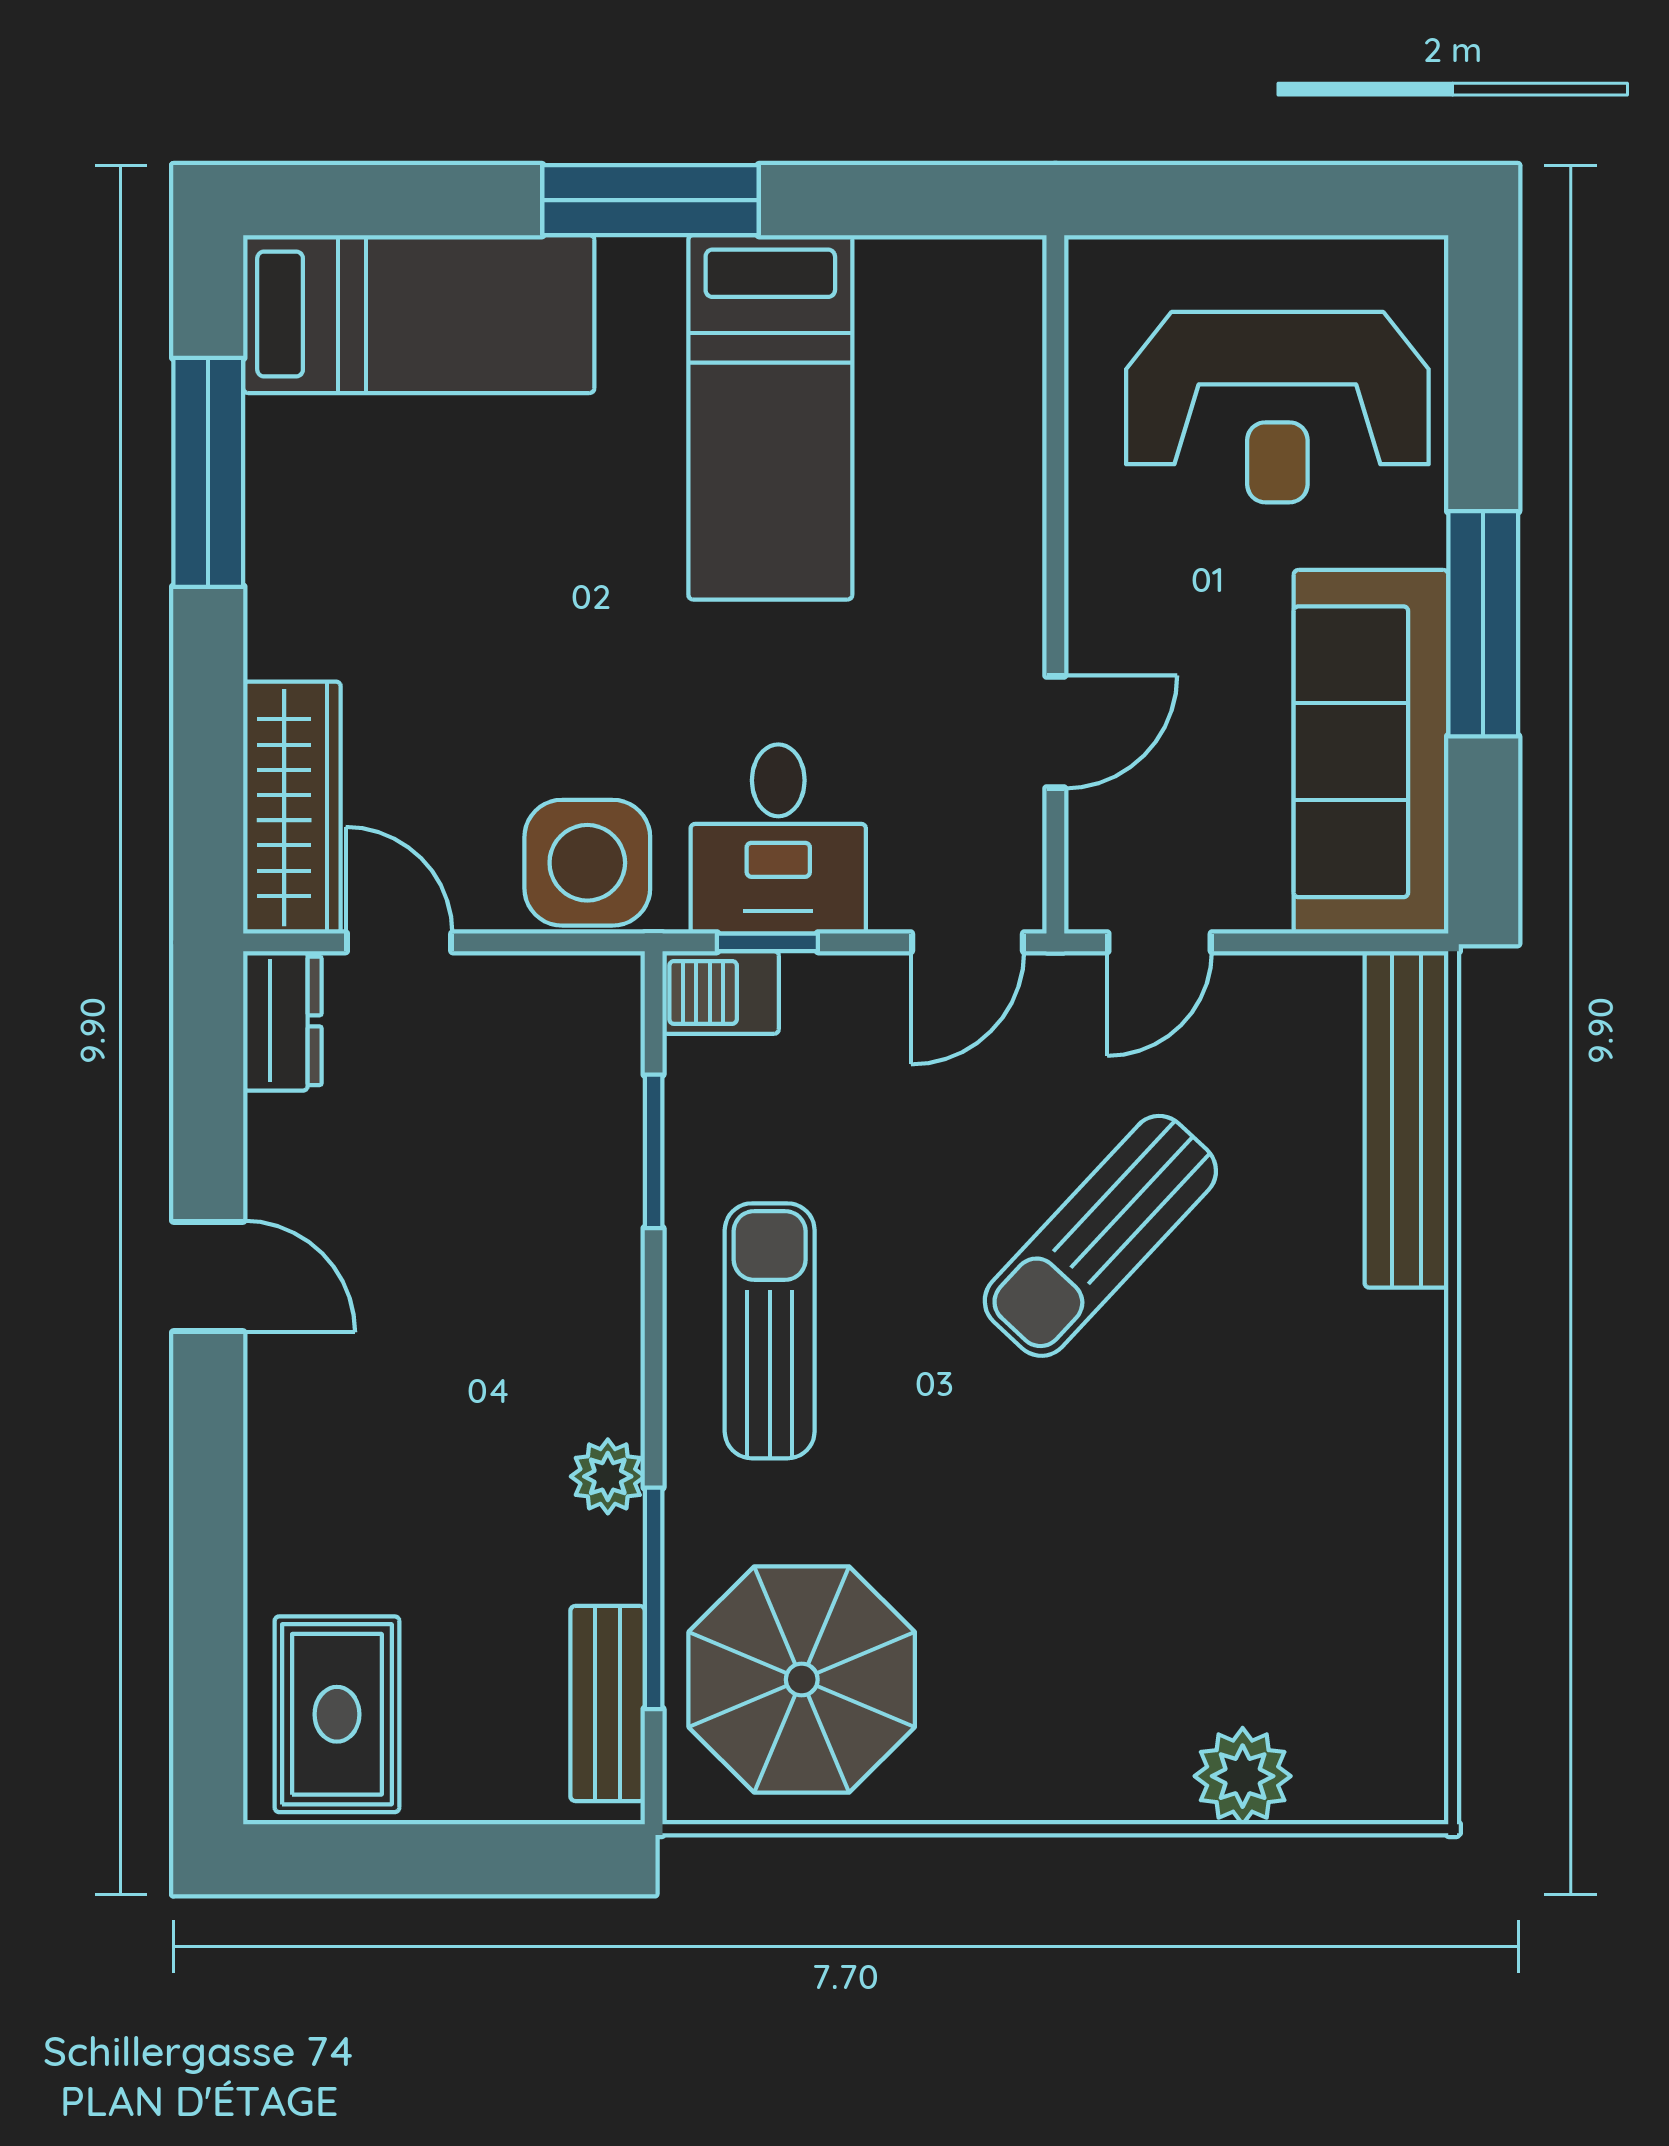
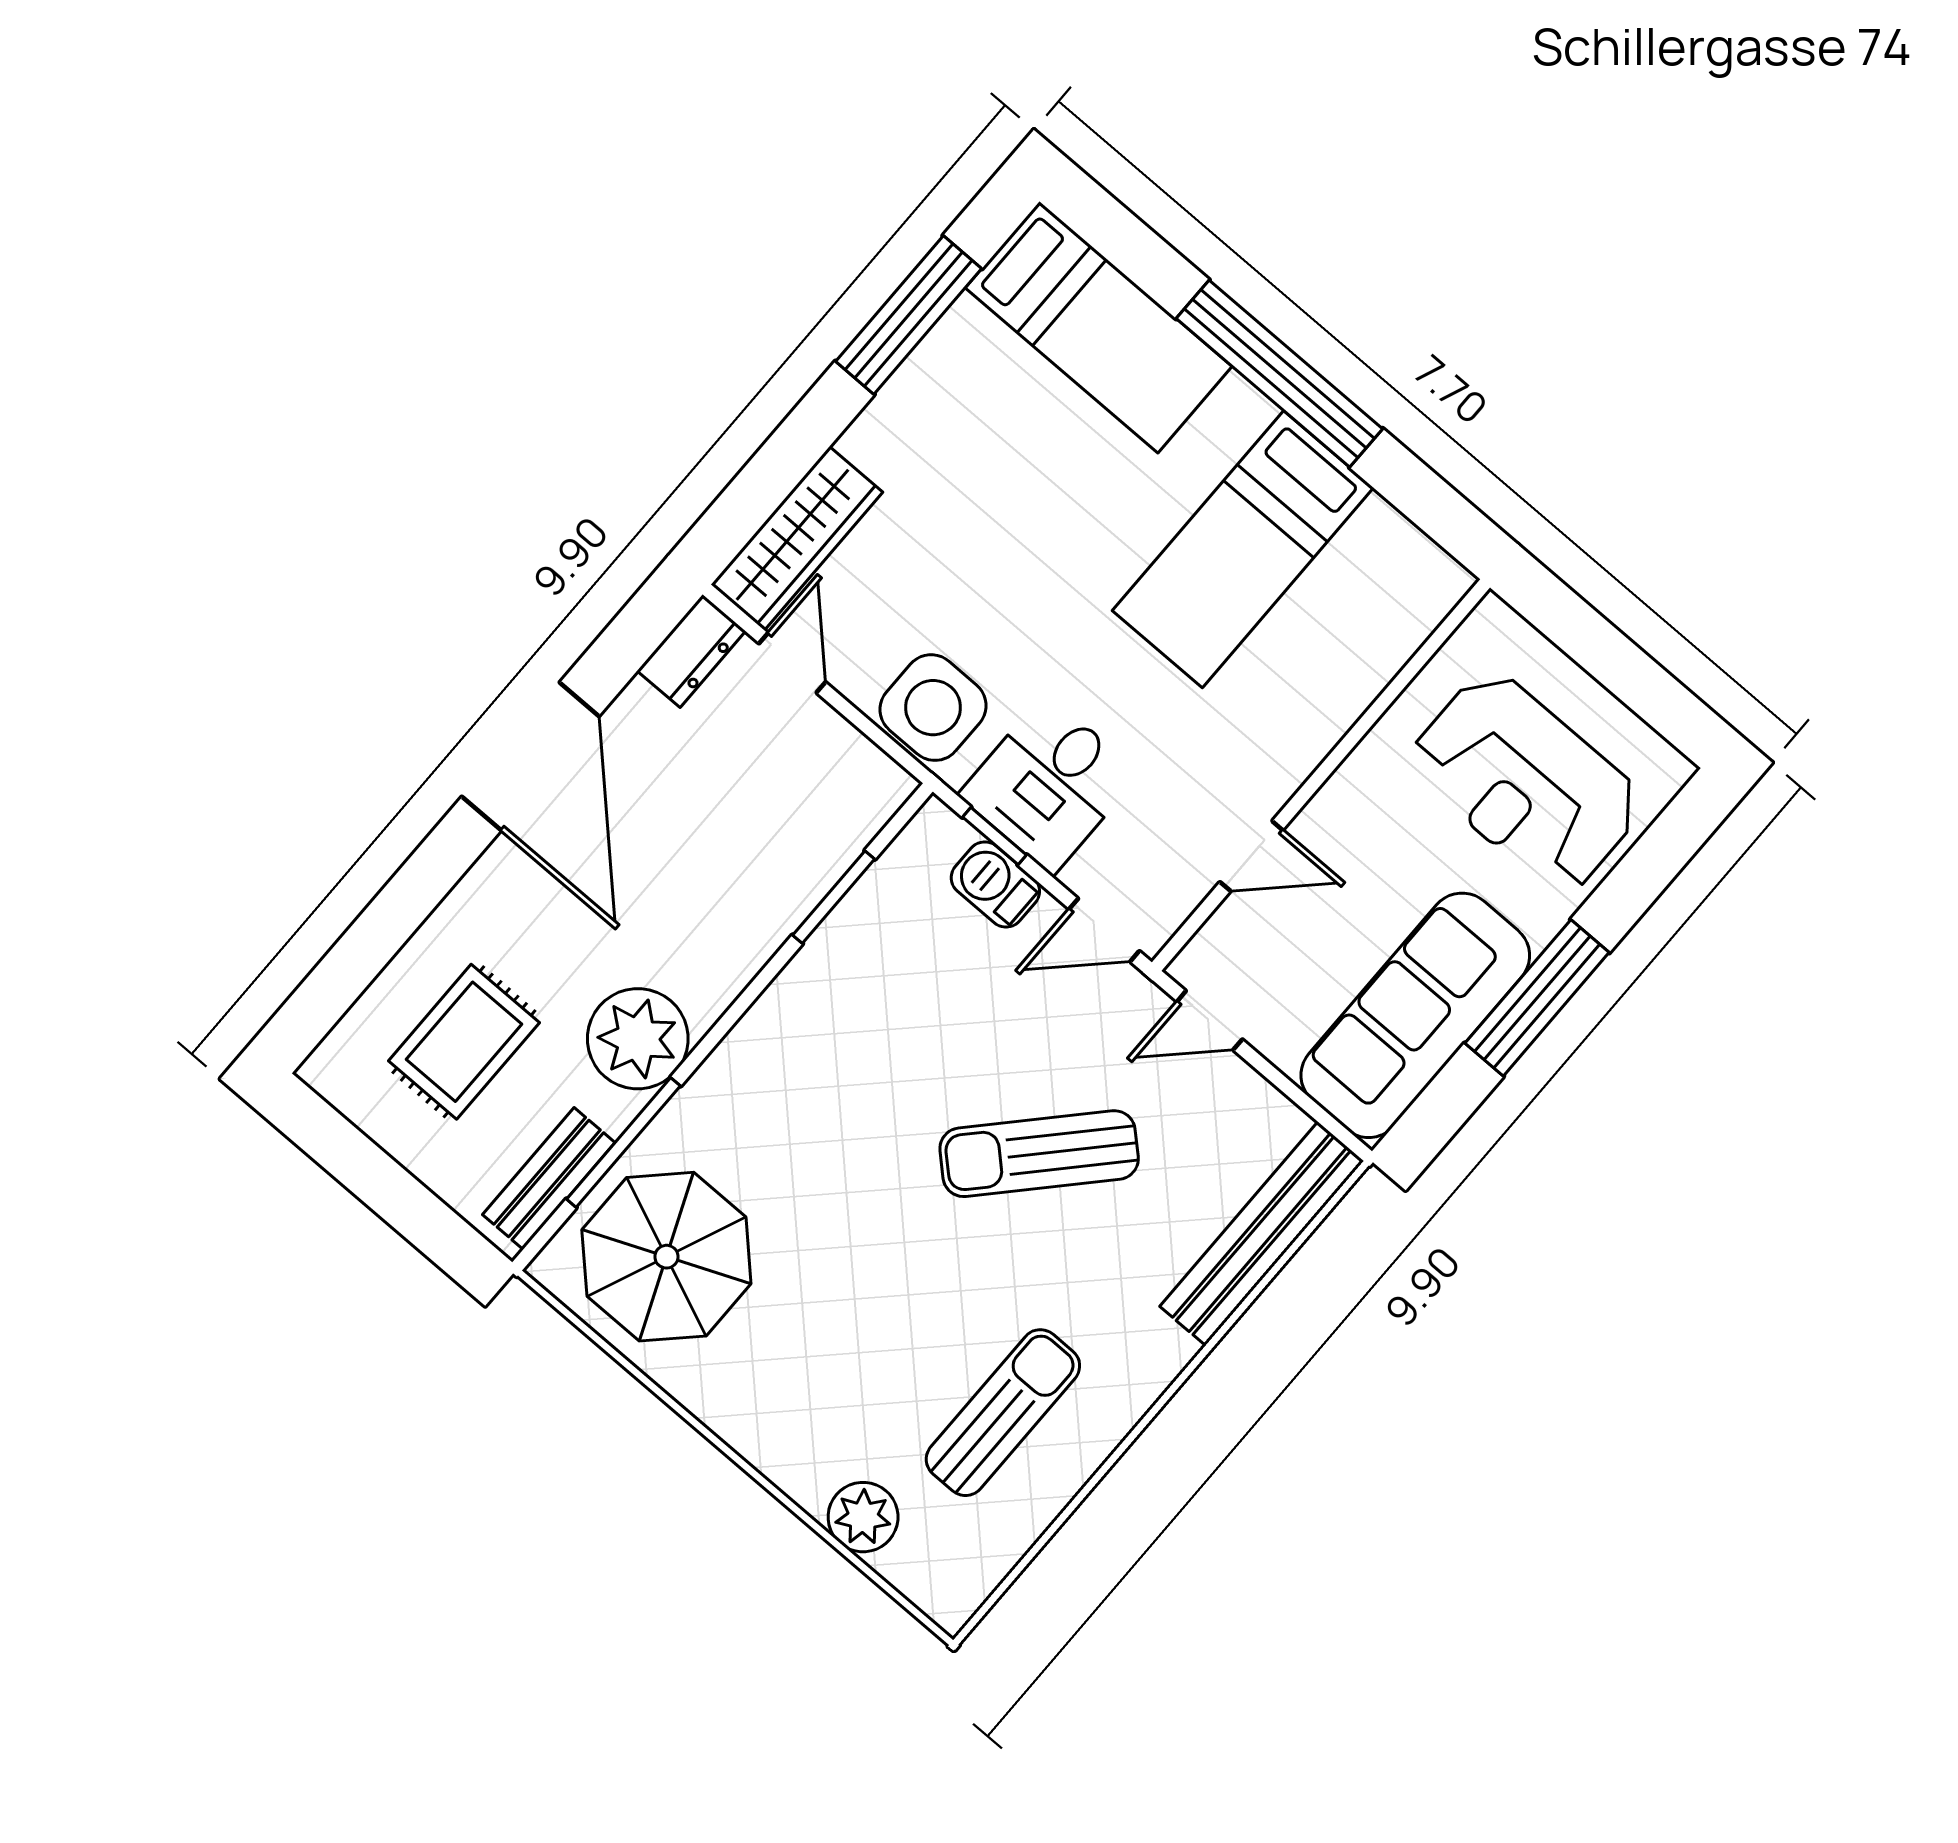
window: (650, 200) -> (1279, 374), width x1.46
barbecue: (721, 992) -> (995, 884), moved
door: (208, 1277) -> (530, 756), width x1.88
sun lounger: (770, 1331) -> (1003, 1413), moved
plant: (608, 1476) -> (638, 1039), width x1.87, depth x1.87
rug: (337, 1714) -> (464, 1042), moved

